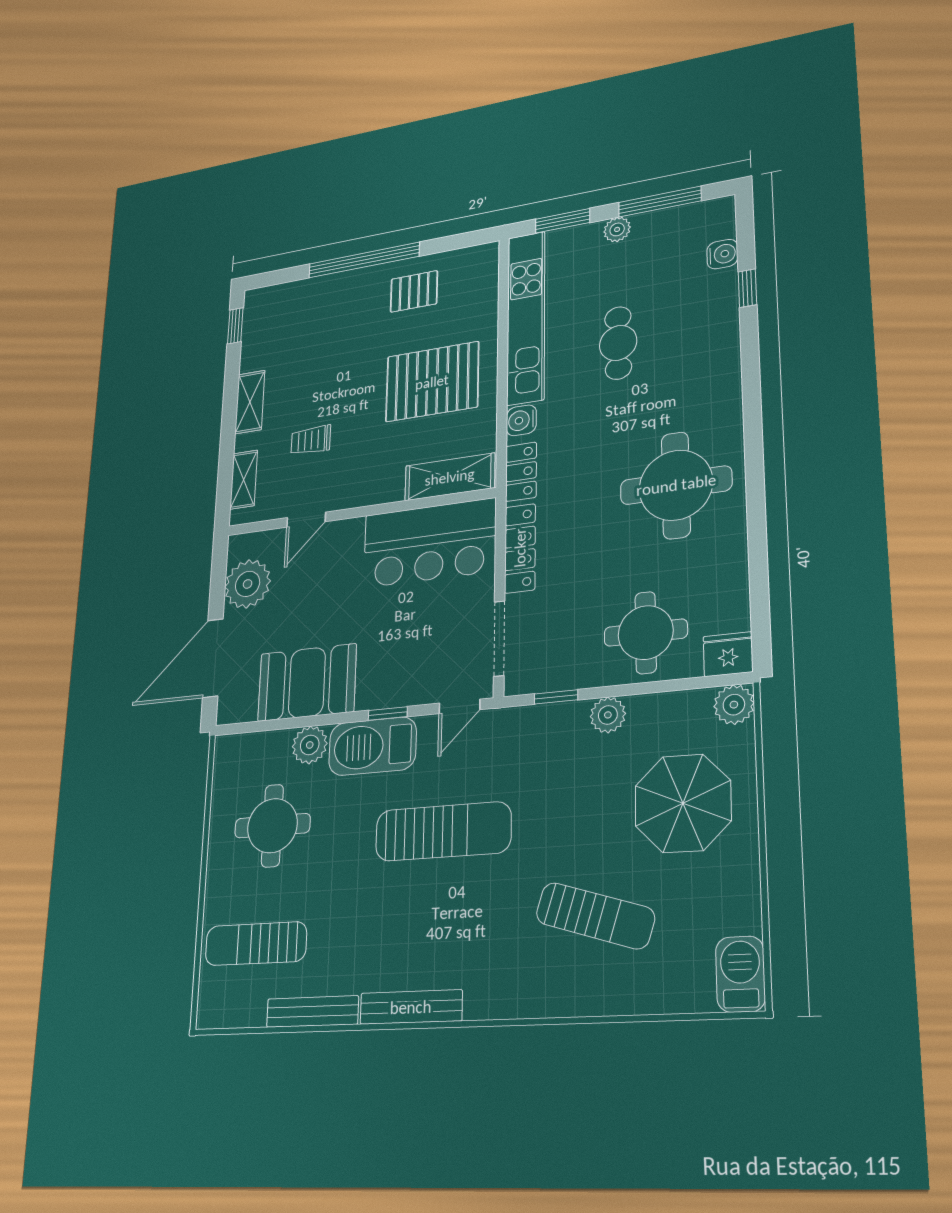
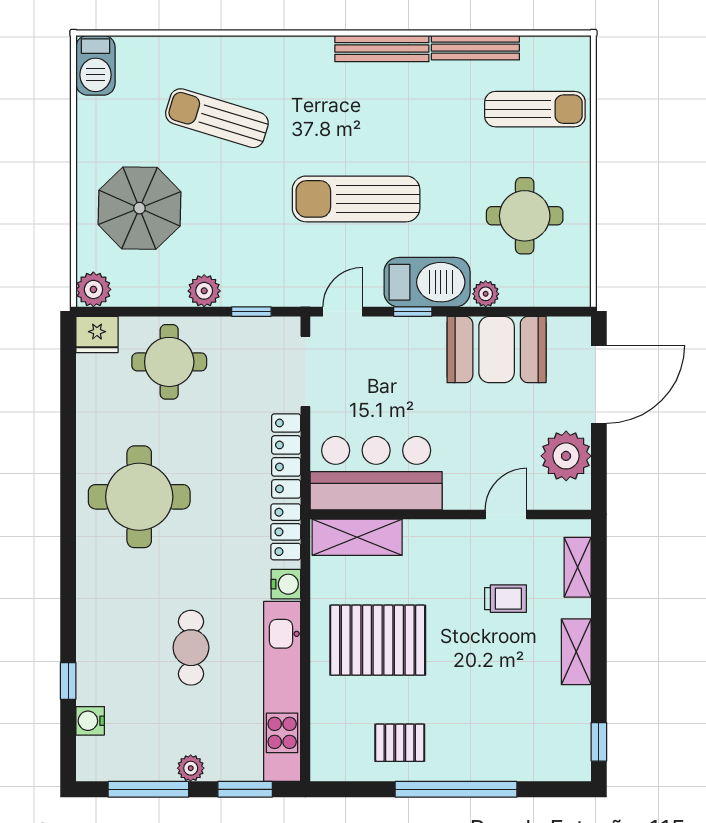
plant: (310, 745) -> (486, 294), width x0.73, depth x0.73

